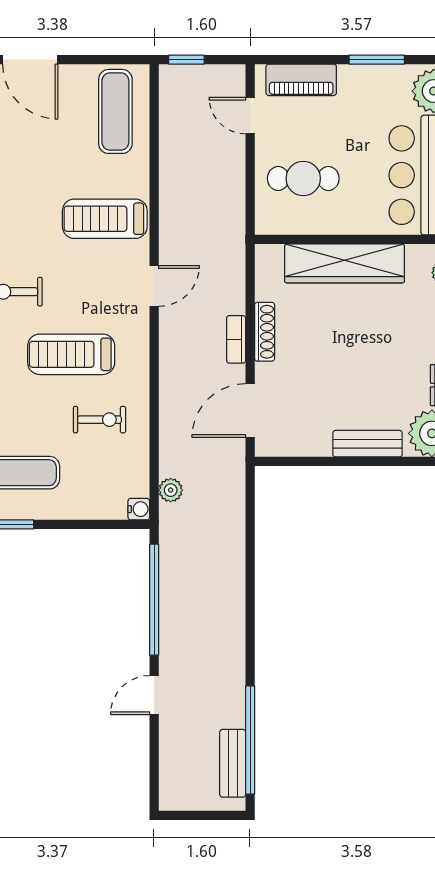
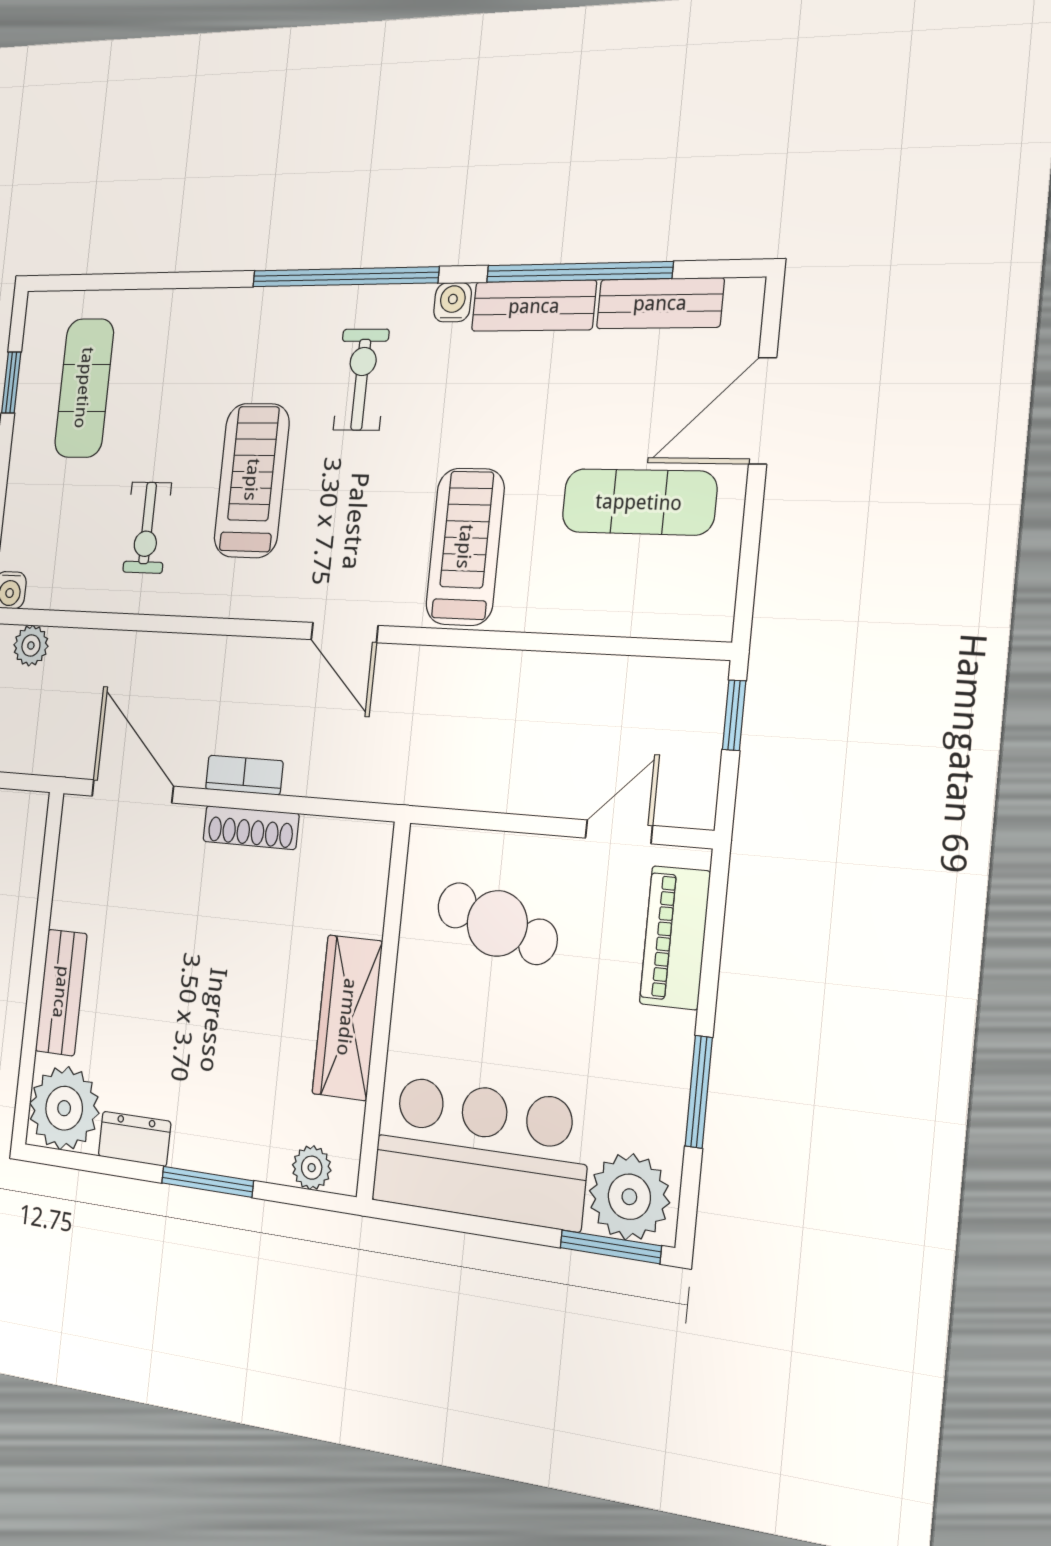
exercise mat: (115, 111) -> (639, 502), moved
cafe table: (303, 178) -> (497, 923), turned -73
wardrobe: (344, 263) -> (347, 1017), width x0.71, depth x0.85

